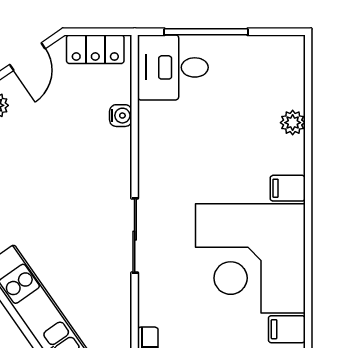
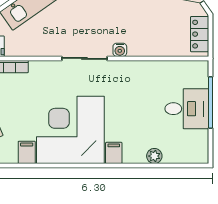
desk: (173, 67) -> (187, 109), moved, turned 90
water cooler: (121, 116) -> (120, 50), moved

